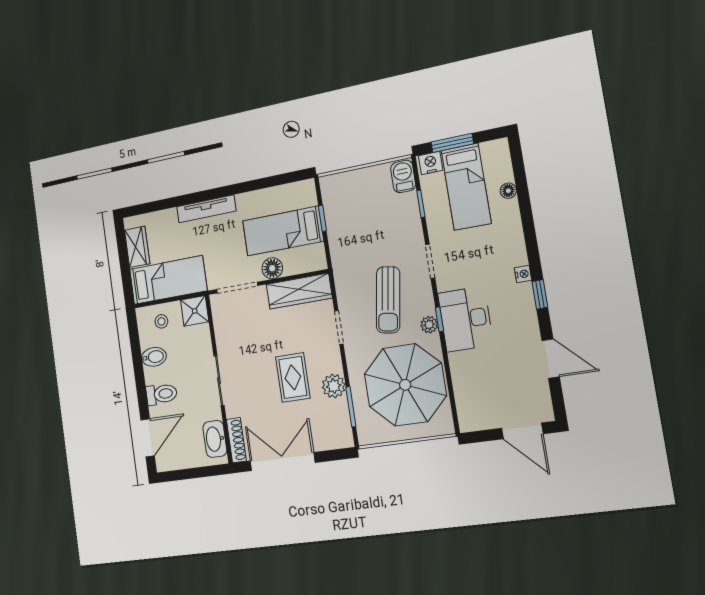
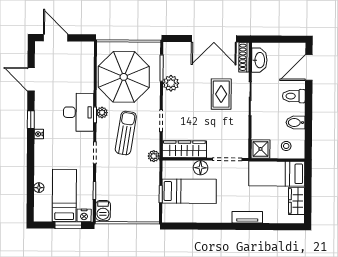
tv unit: (206, 209) -> (247, 217), width x0.71
plant: (341, 273) -> (154, 156), added
rug: (293, 377) -> (221, 94), moved

